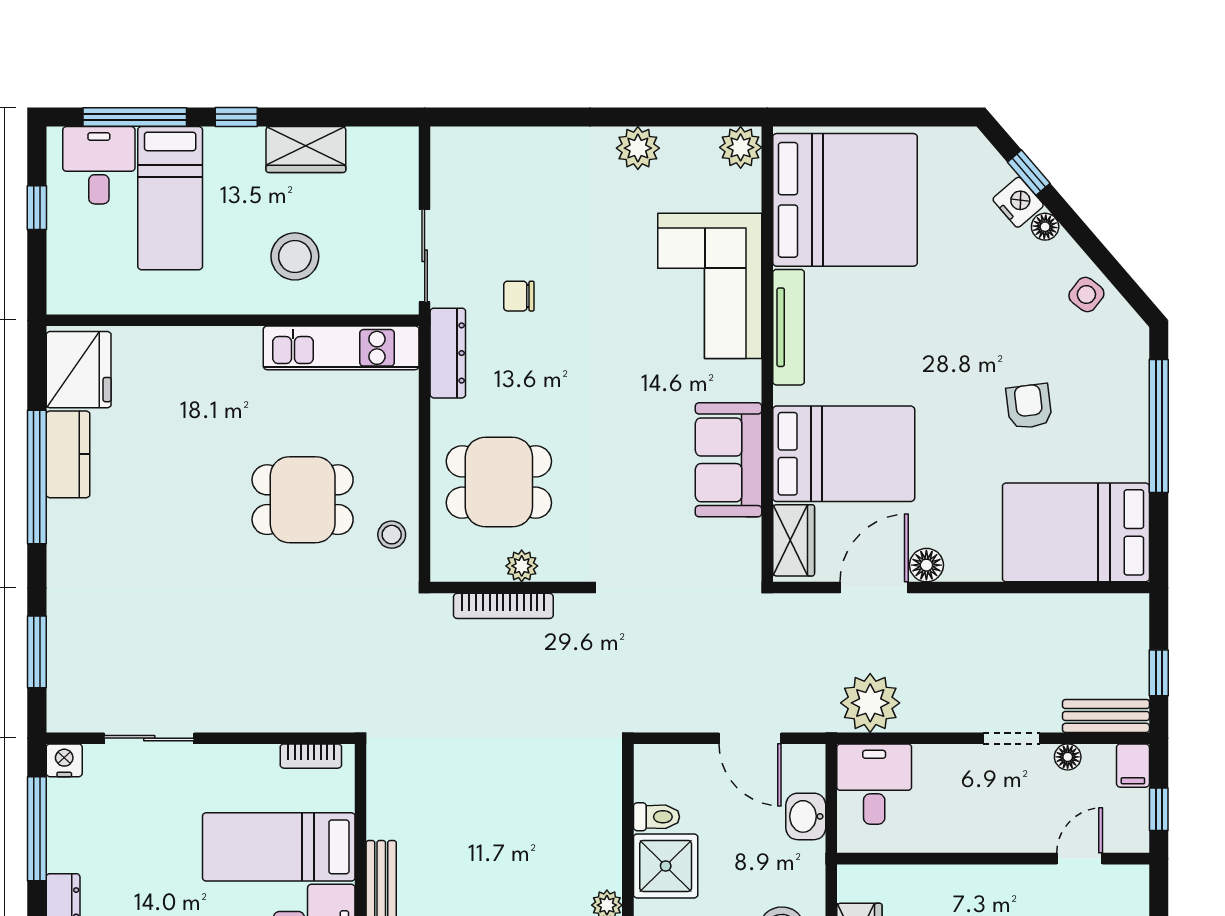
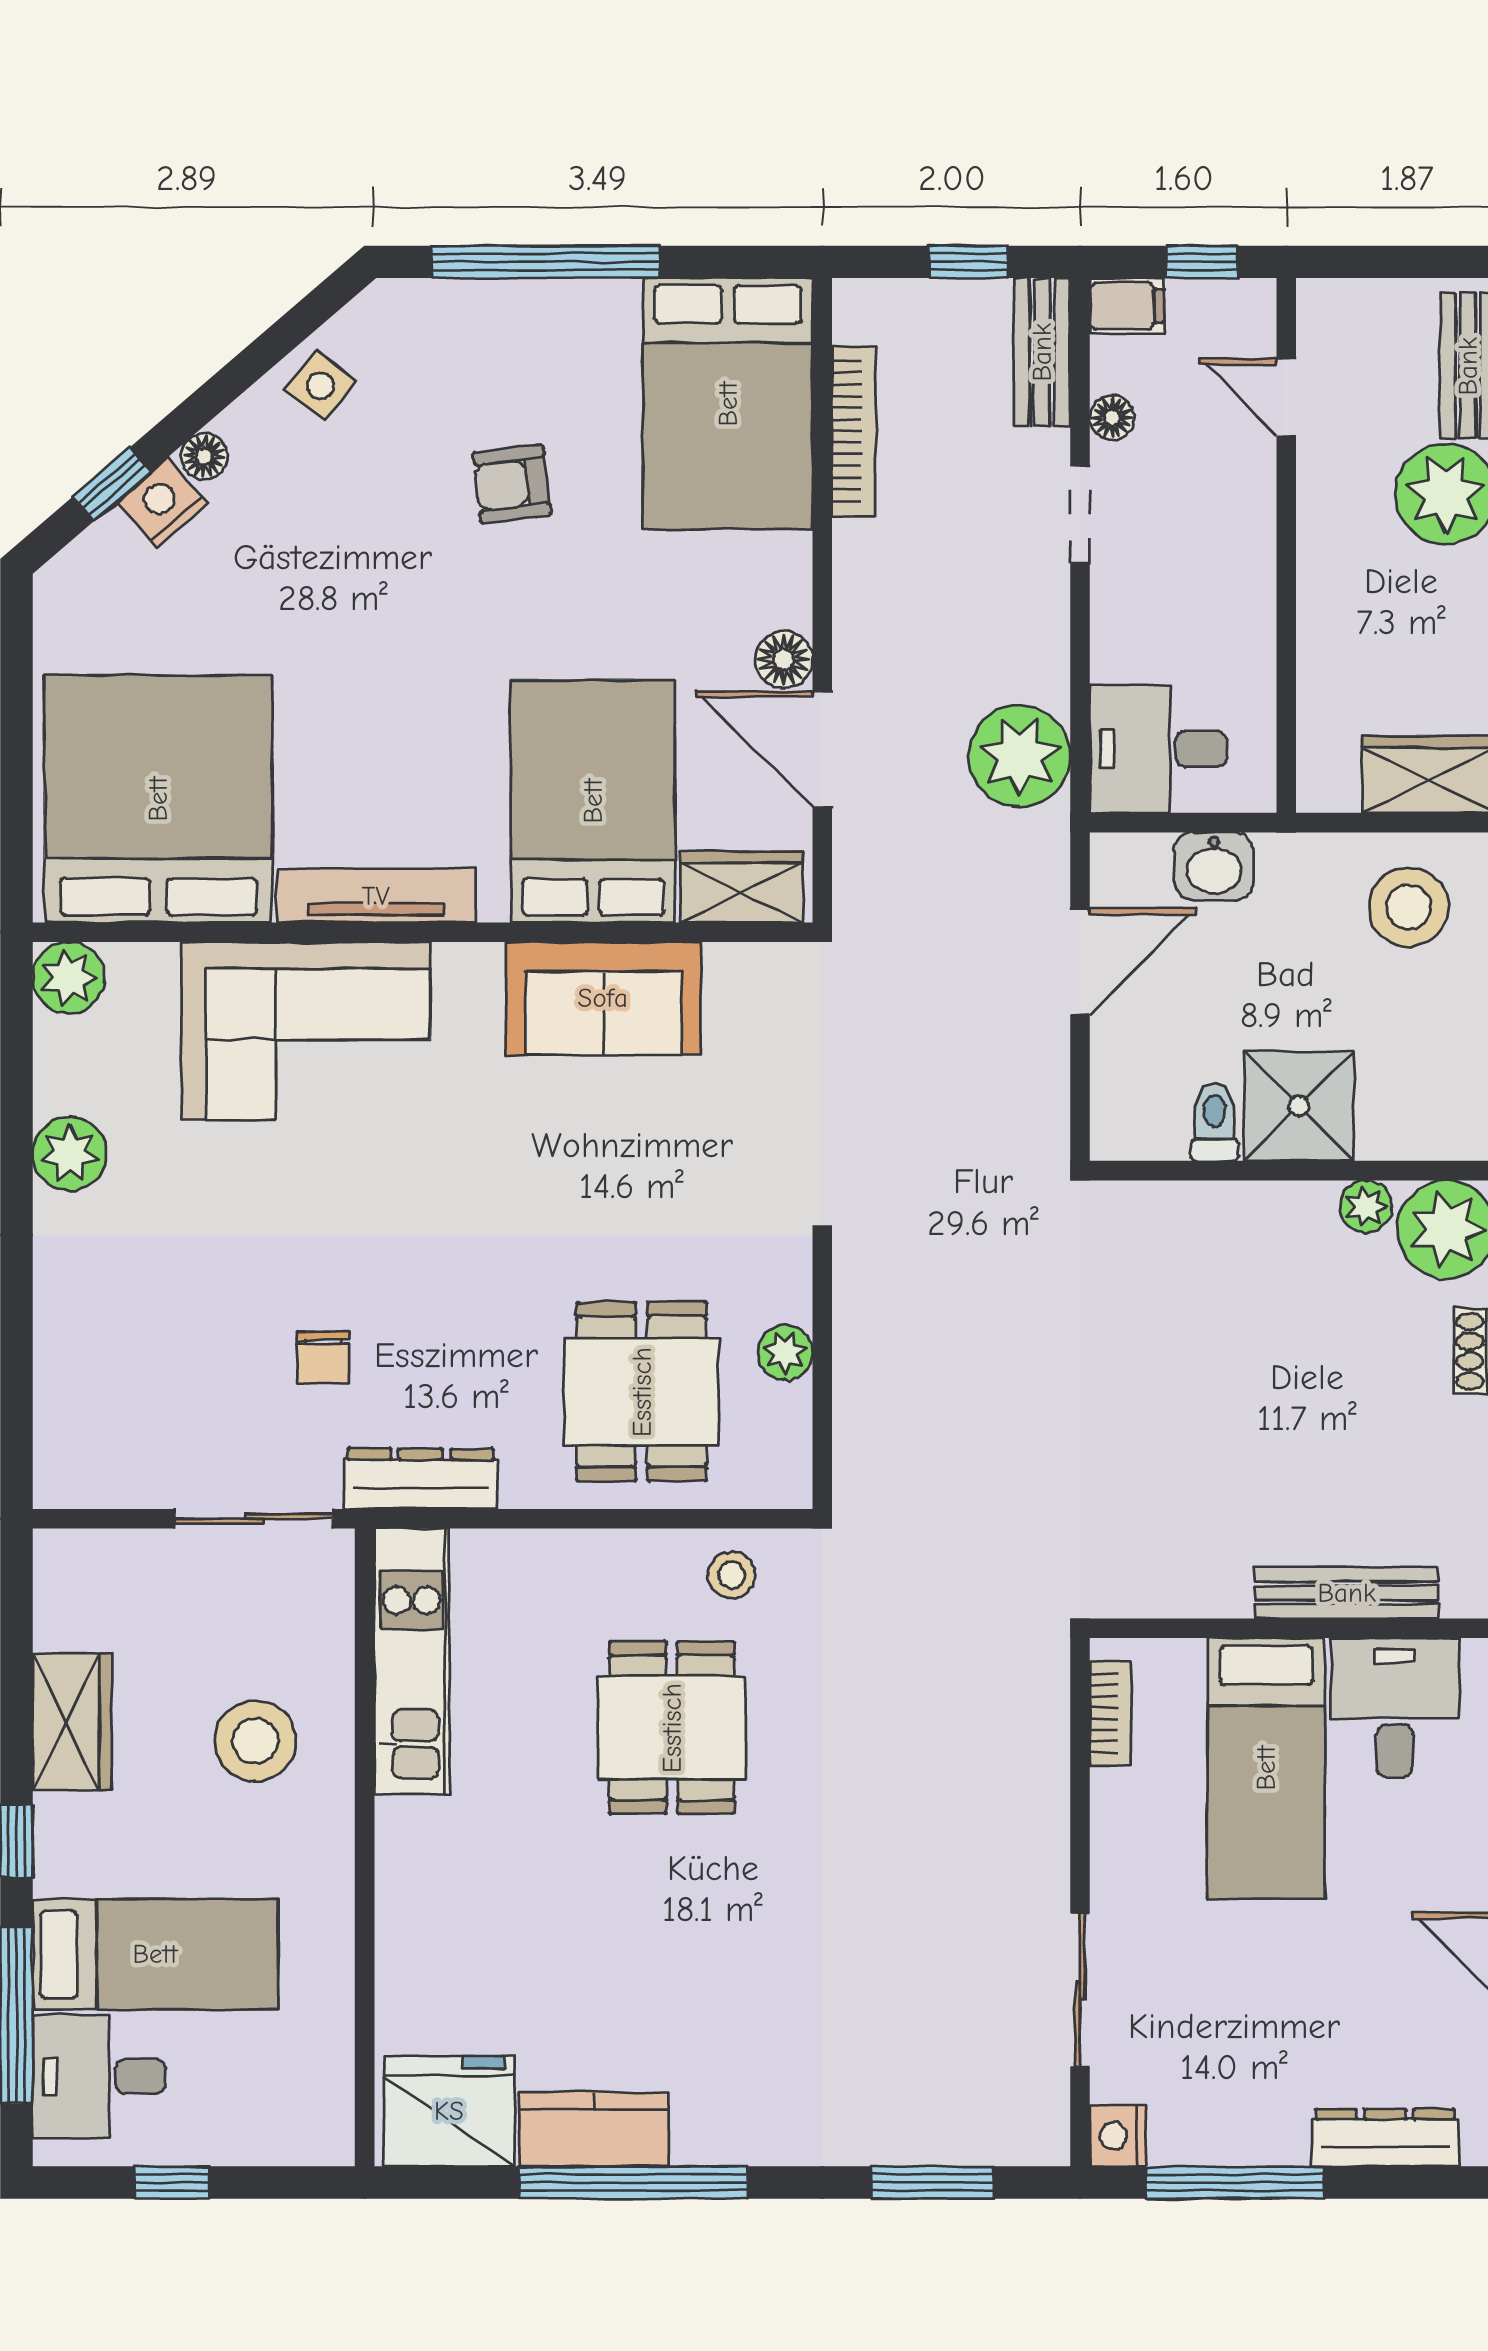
bookcase: (503, 606) -> (854, 431), moved

